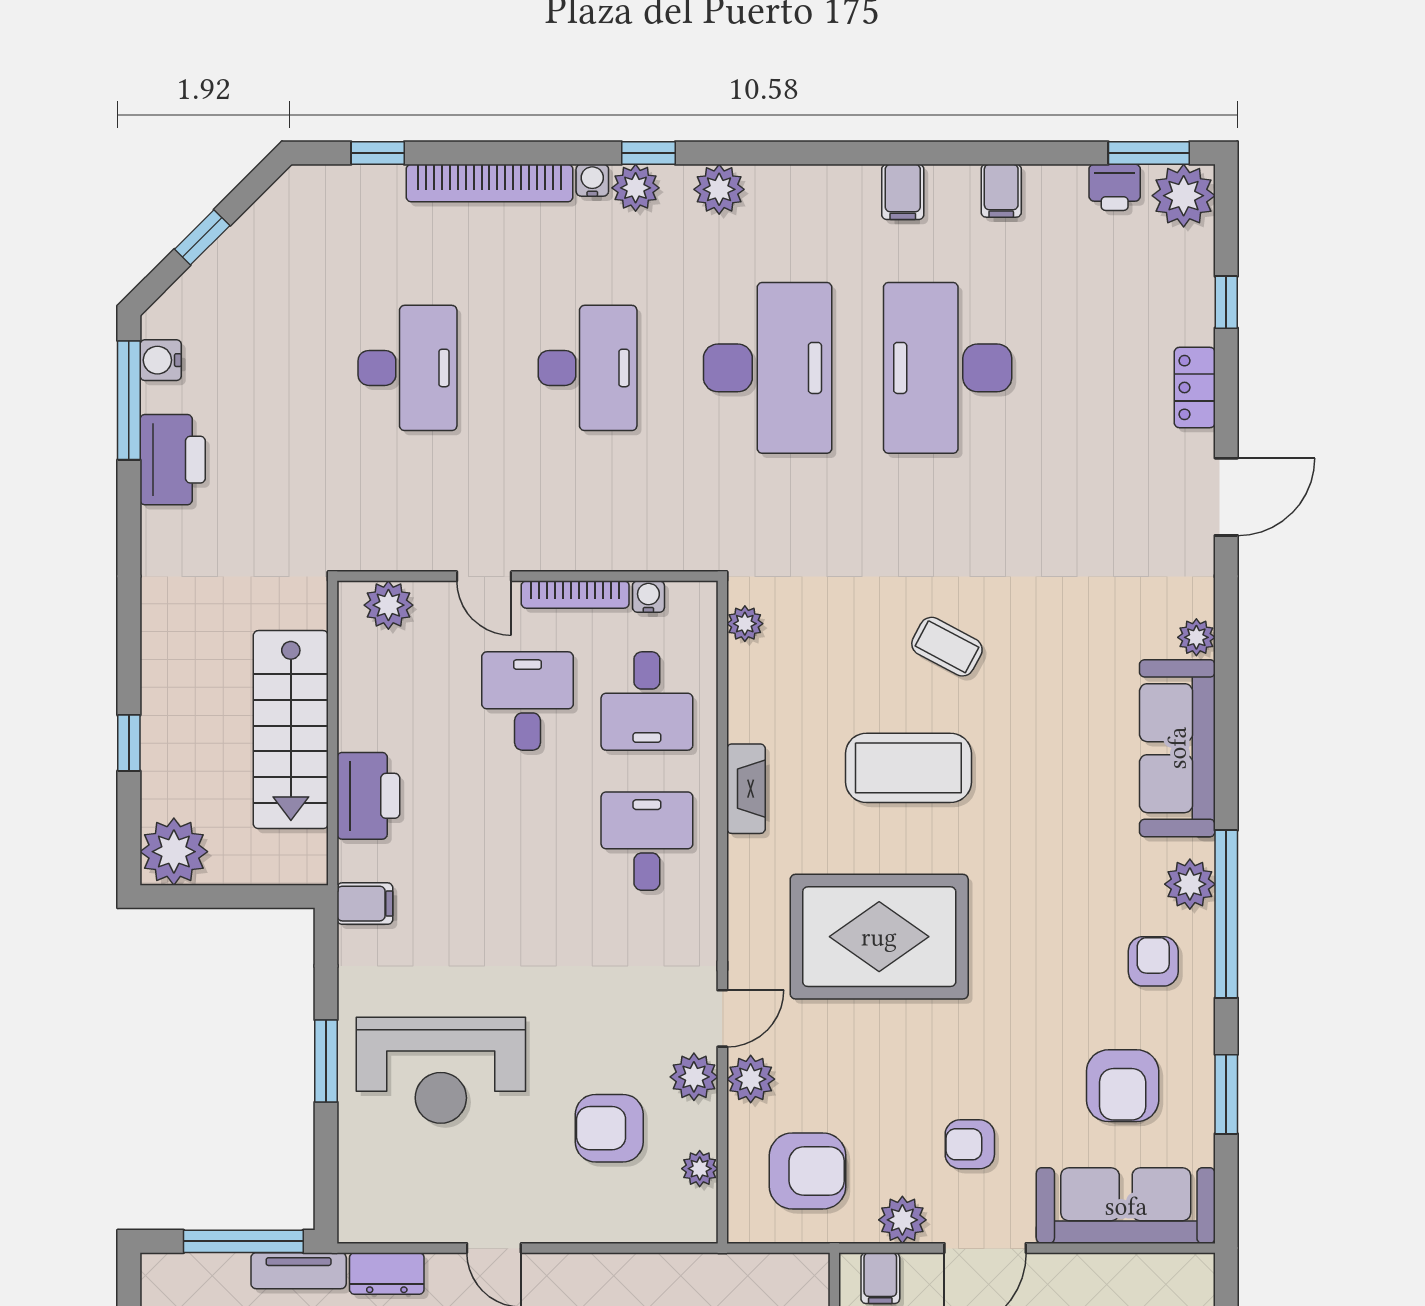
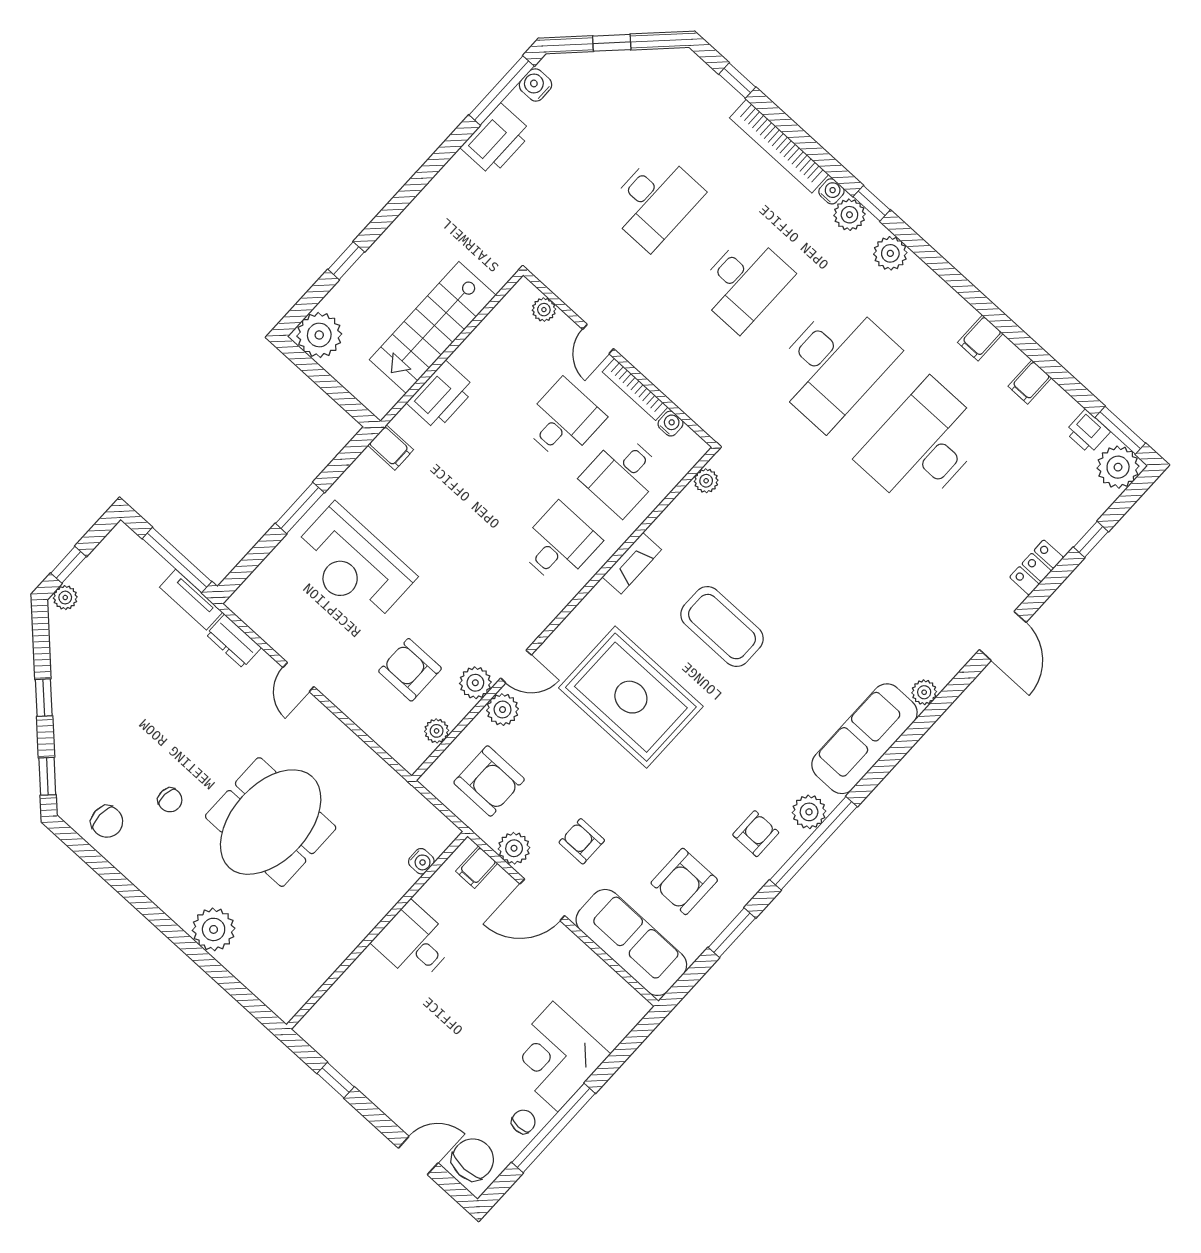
door: (1226, 497) -> (1003, 636), hinge flipped
plant: (388, 605) -> (544, 310), width x0.73, depth x0.73
coffee table: (947, 647) -> (796, 584), removed

